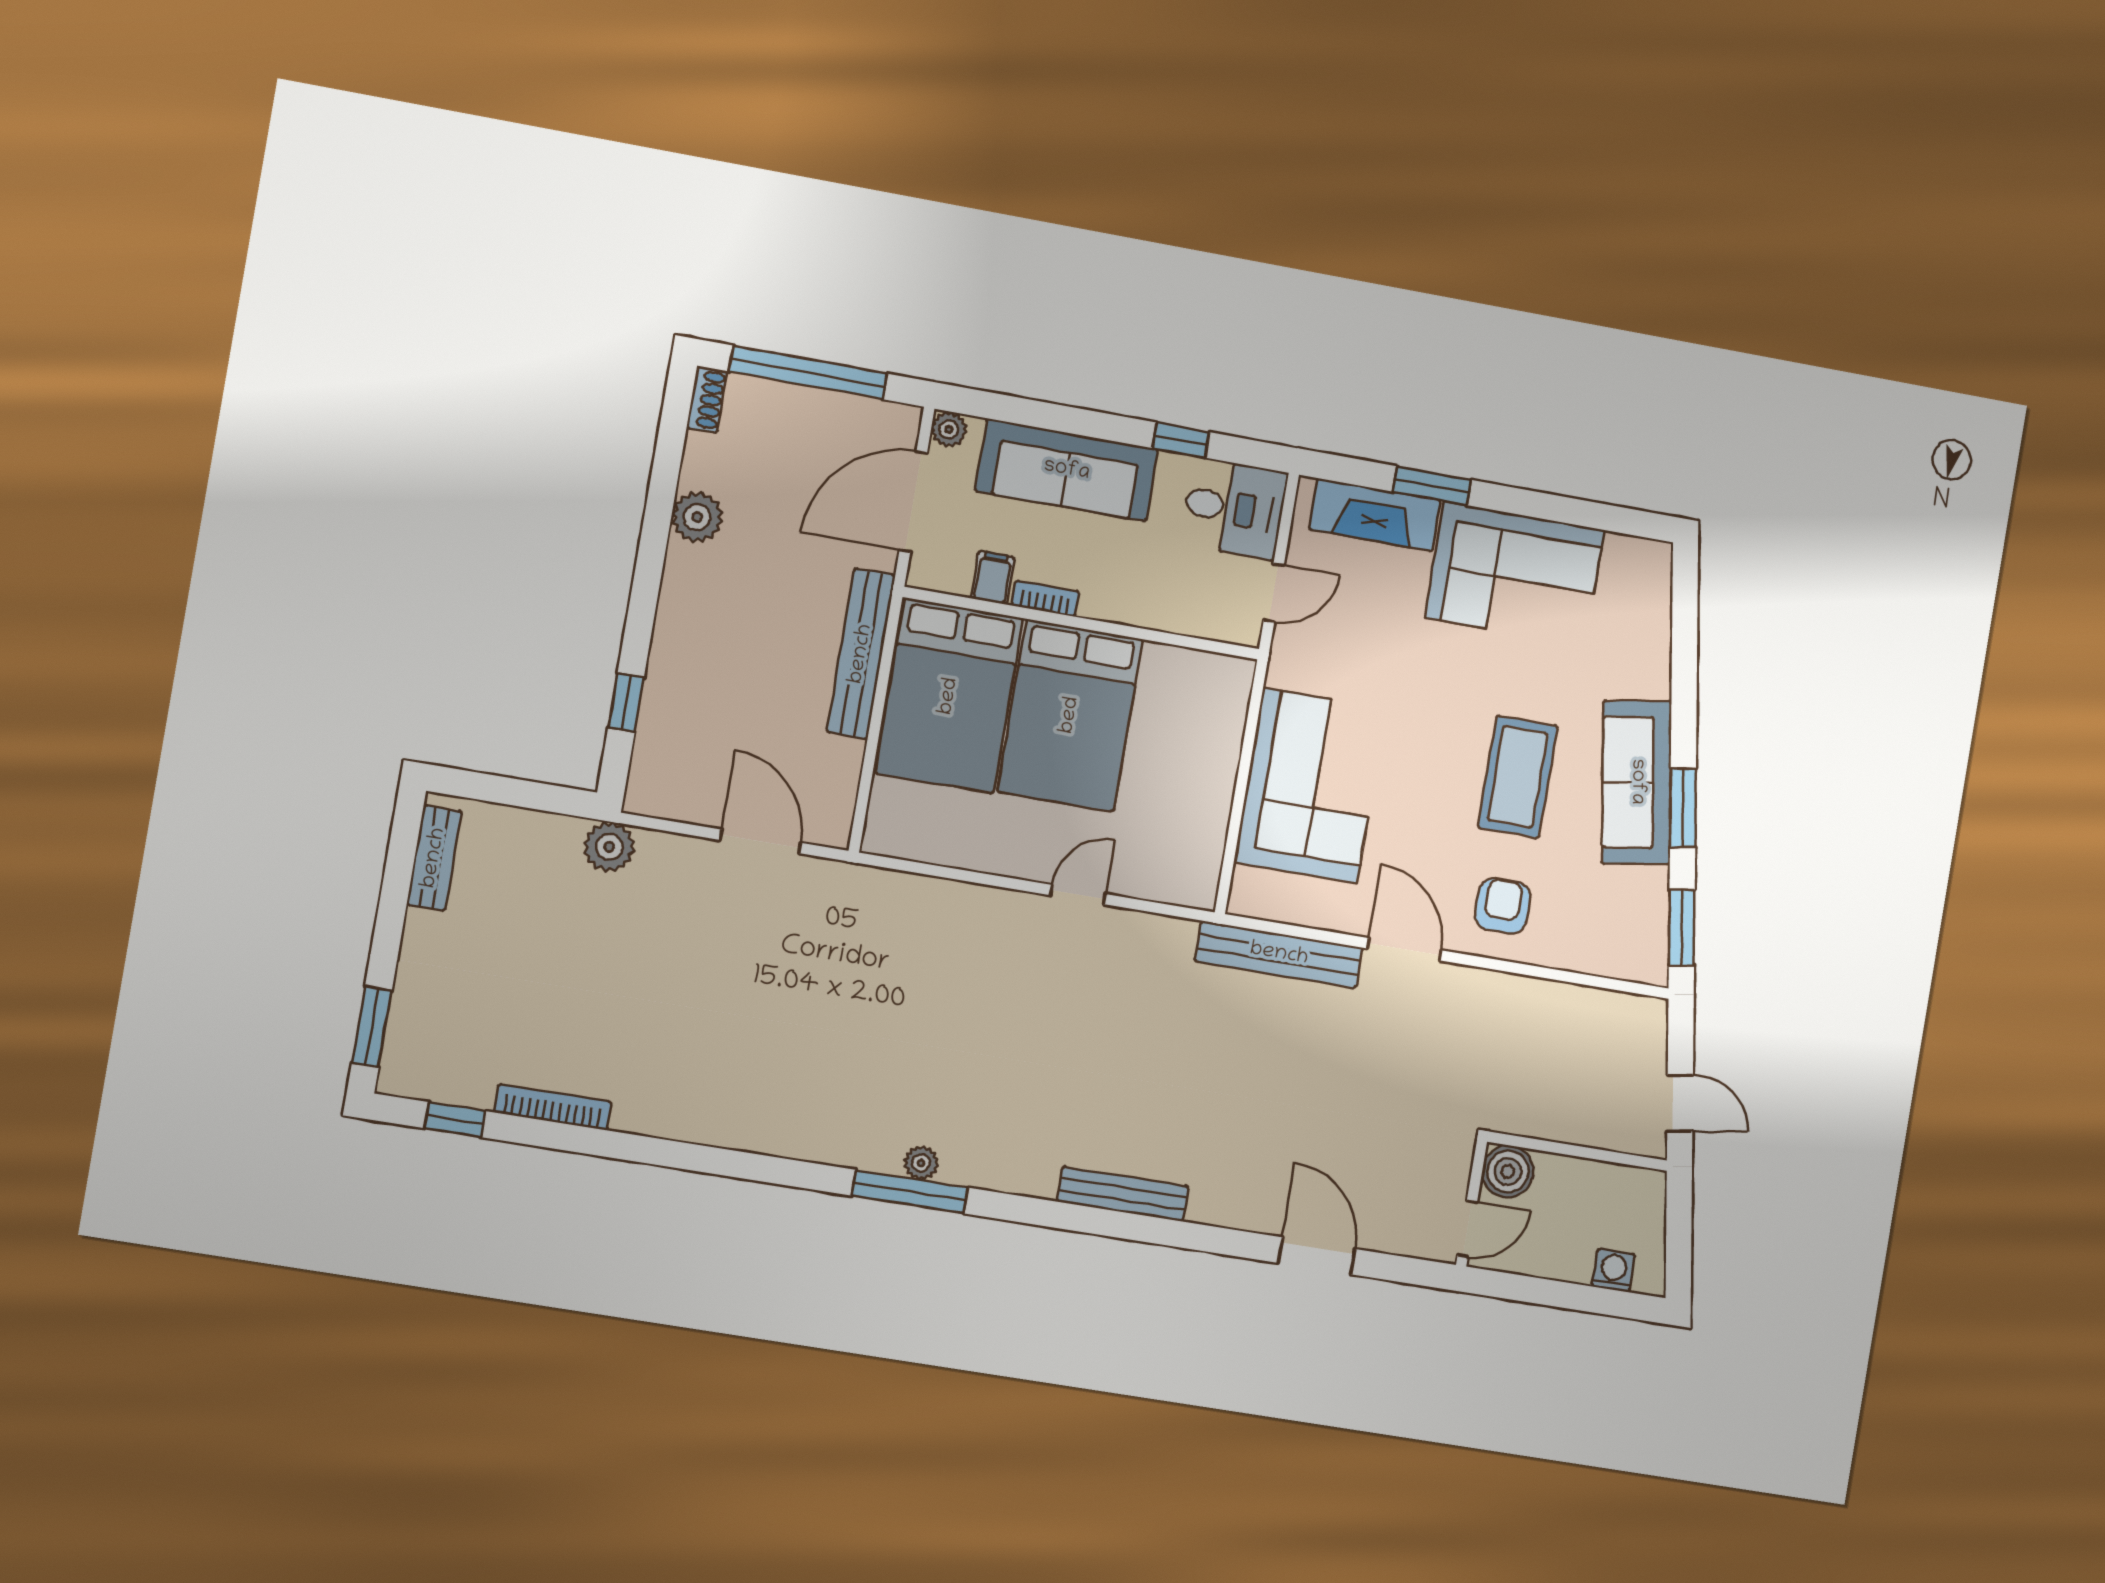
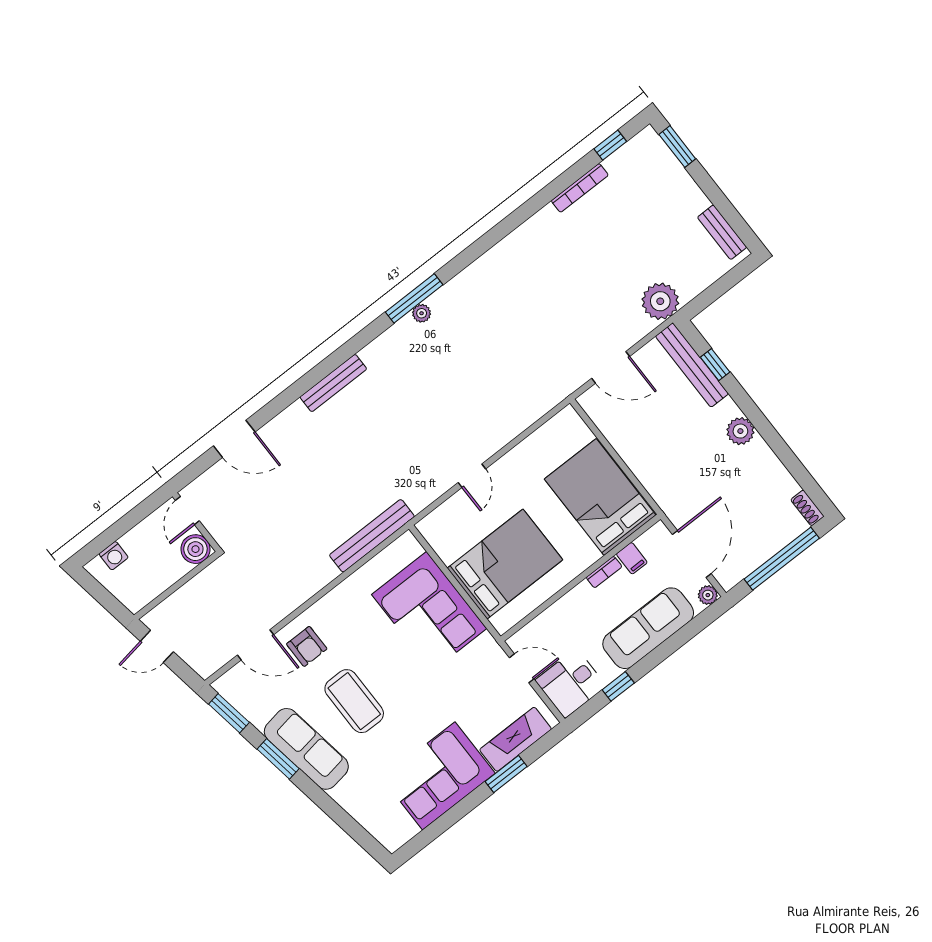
plant: (697, 517) -> (740, 431), moved
door: (1274, 593) -> (522, 668), swing flipped
bench: (861, 654) -> (692, 365), moved
bed: (1070, 715) -> (505, 564), moved, turned 90
plant: (609, 847) -> (660, 301), width x1.36, depth x1.36
door: (1404, 949) -> (255, 645), moved

